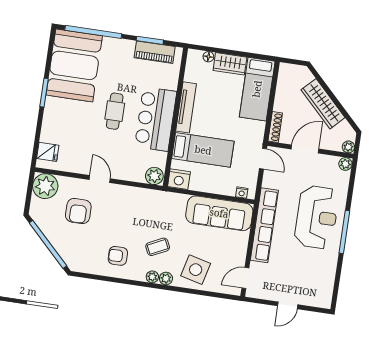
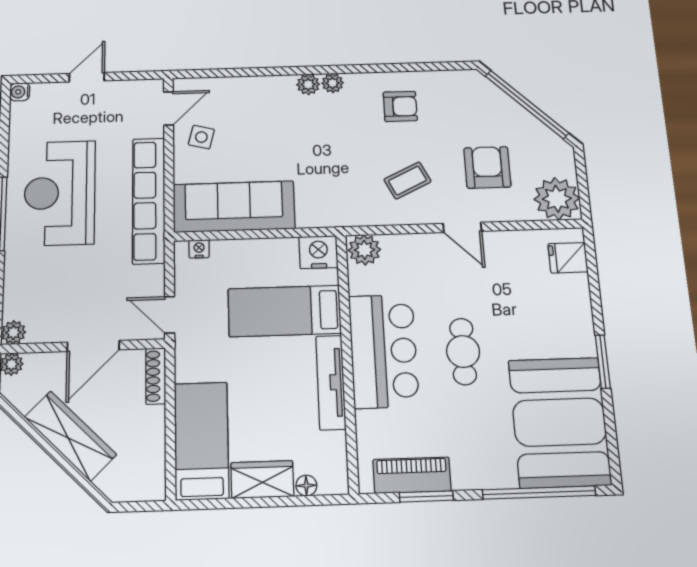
reception desk: (317, 217) -> (60, 193), moved
coffee table: (158, 247) -> (407, 180), moved
side table: (196, 270) -> (201, 137), moved, width x0.54, depth x0.54
water cooler: (326, 303) -> (20, 92), added

